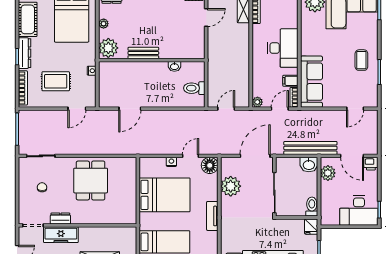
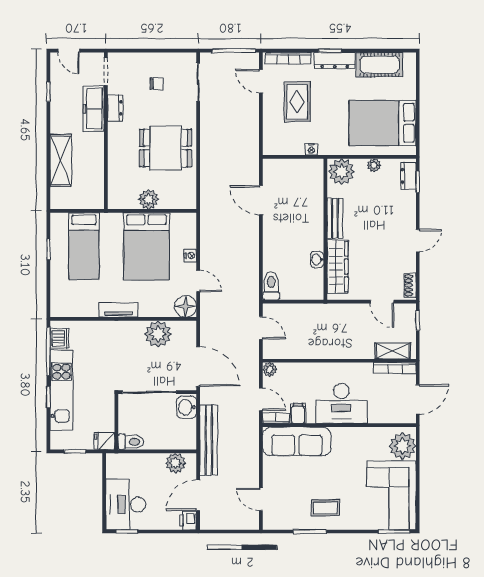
wardrobe: (180, 51) -> (338, 267), added
toilet: (194, 88) -> (271, 286), moved
door: (77, 109) -> (261, 81), moved
washbasin: (309, 165) -> (187, 407), moved
plant: (129, 193) -> (148, 199), added

